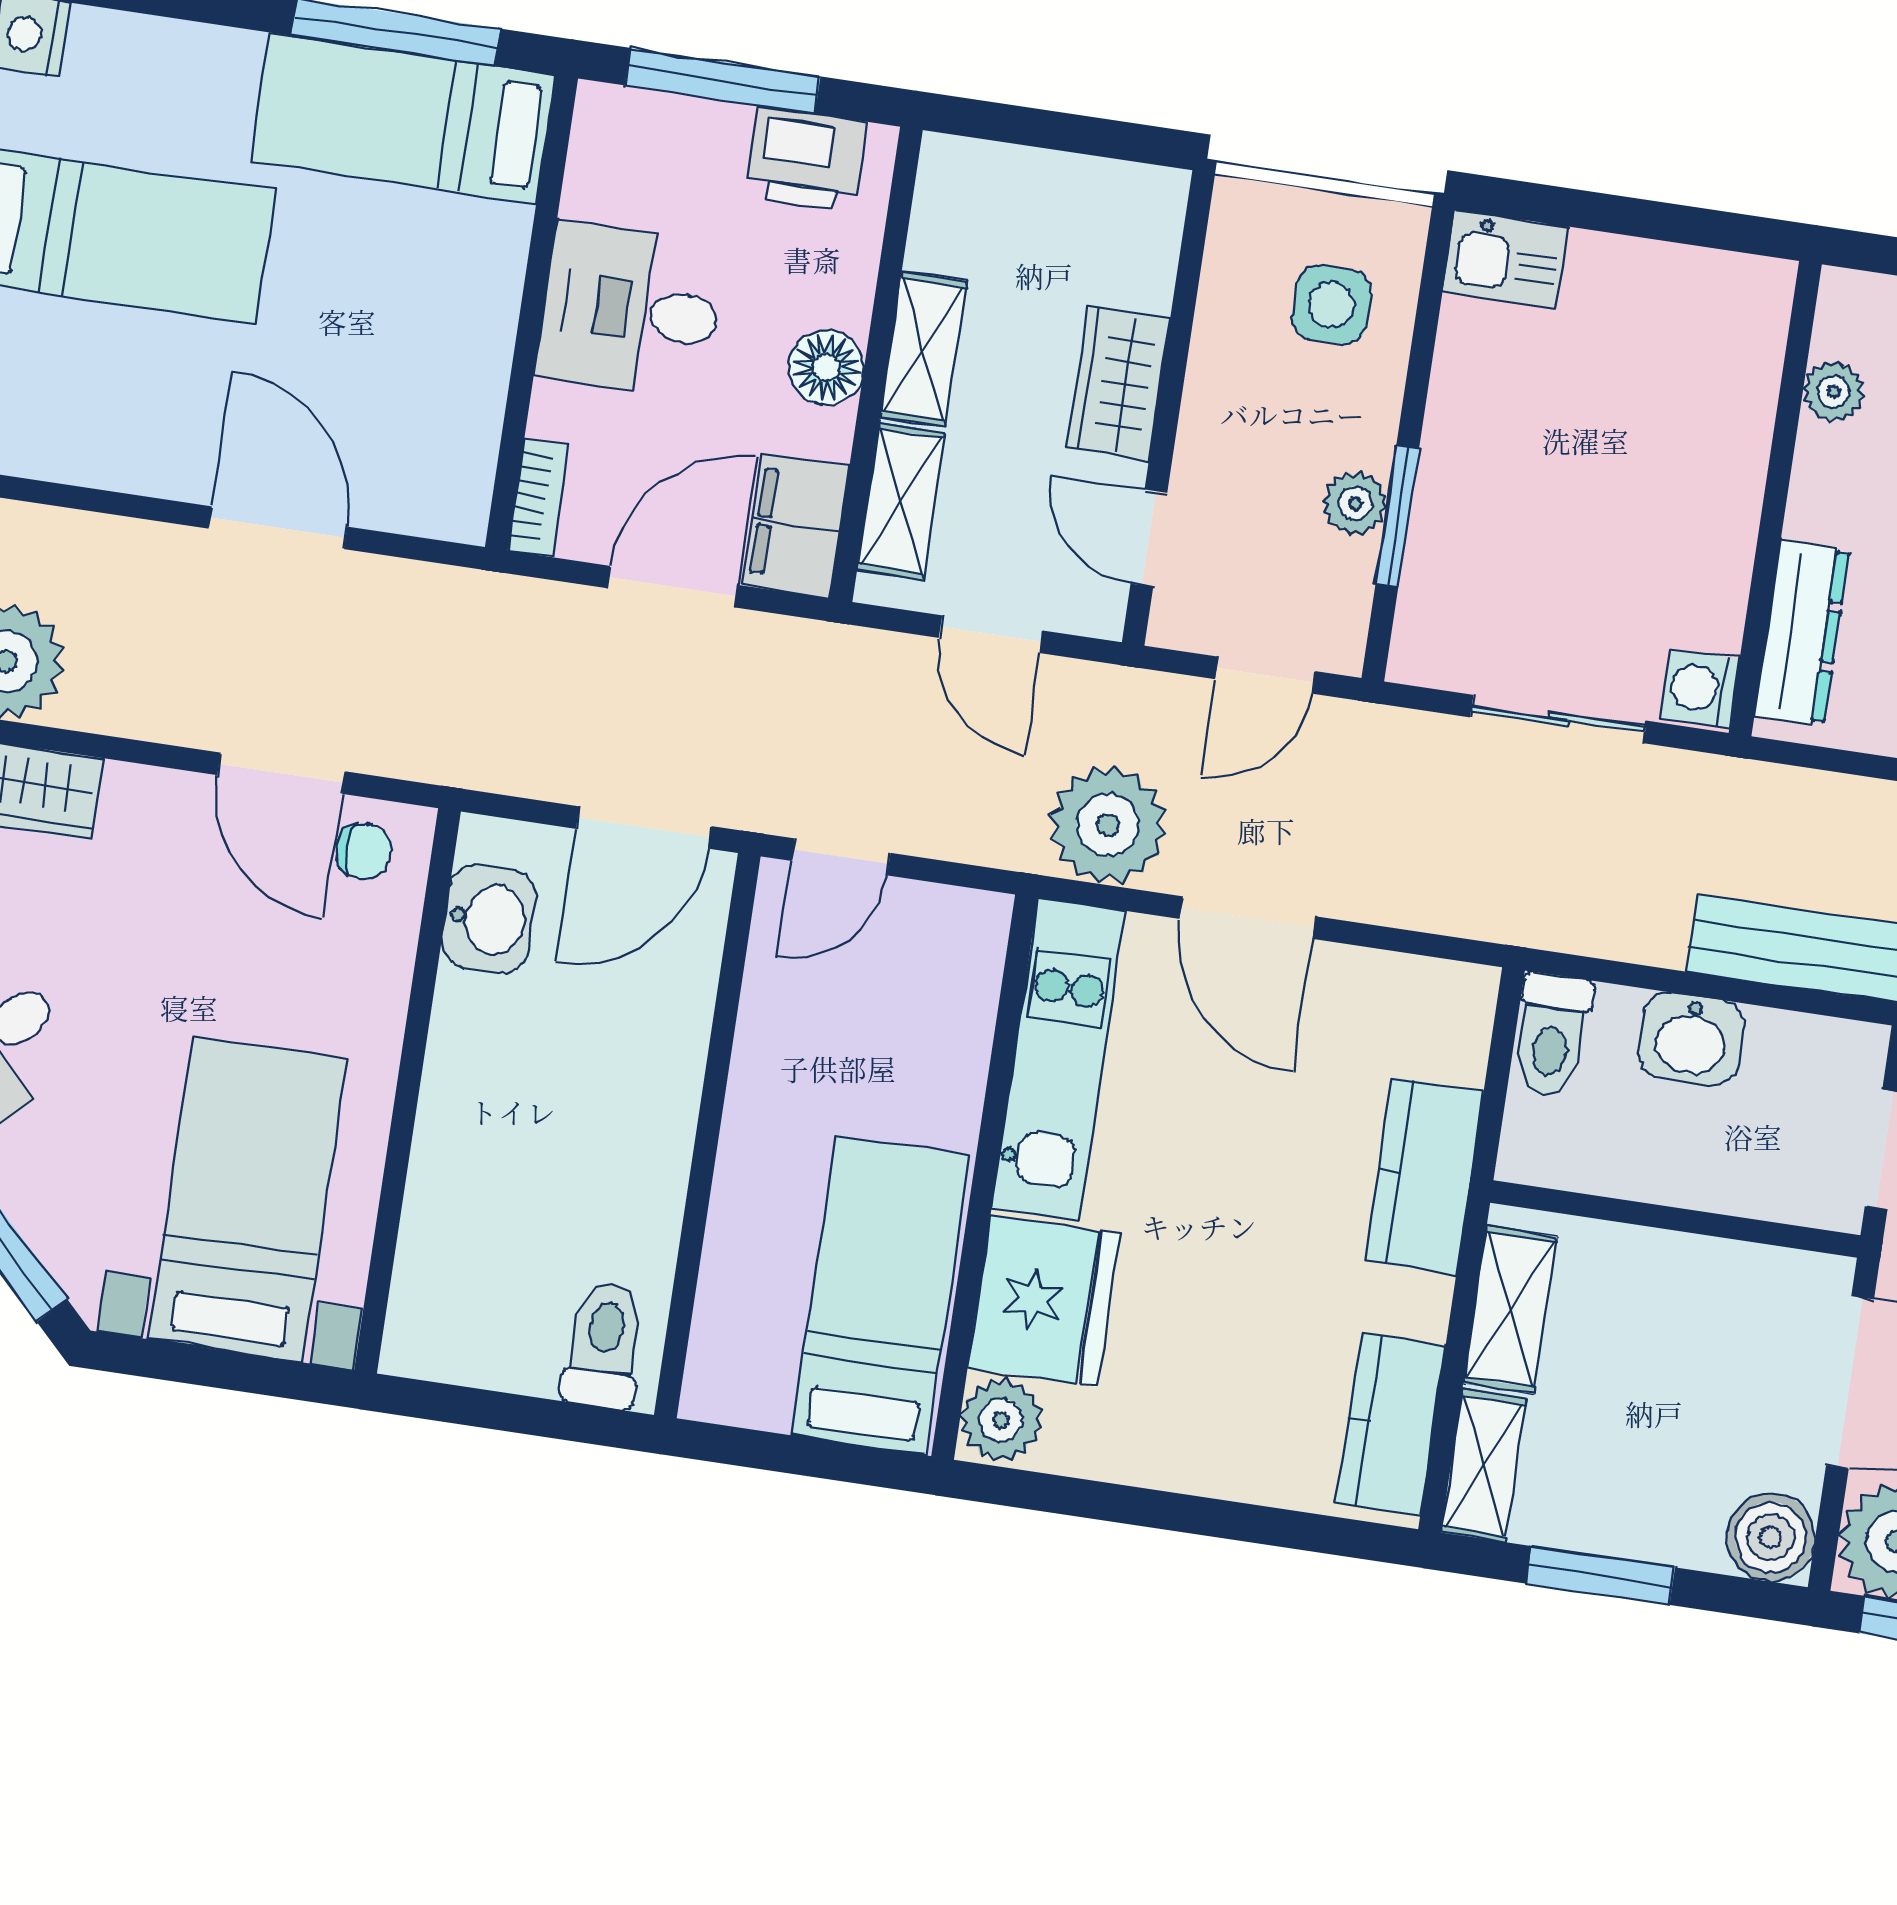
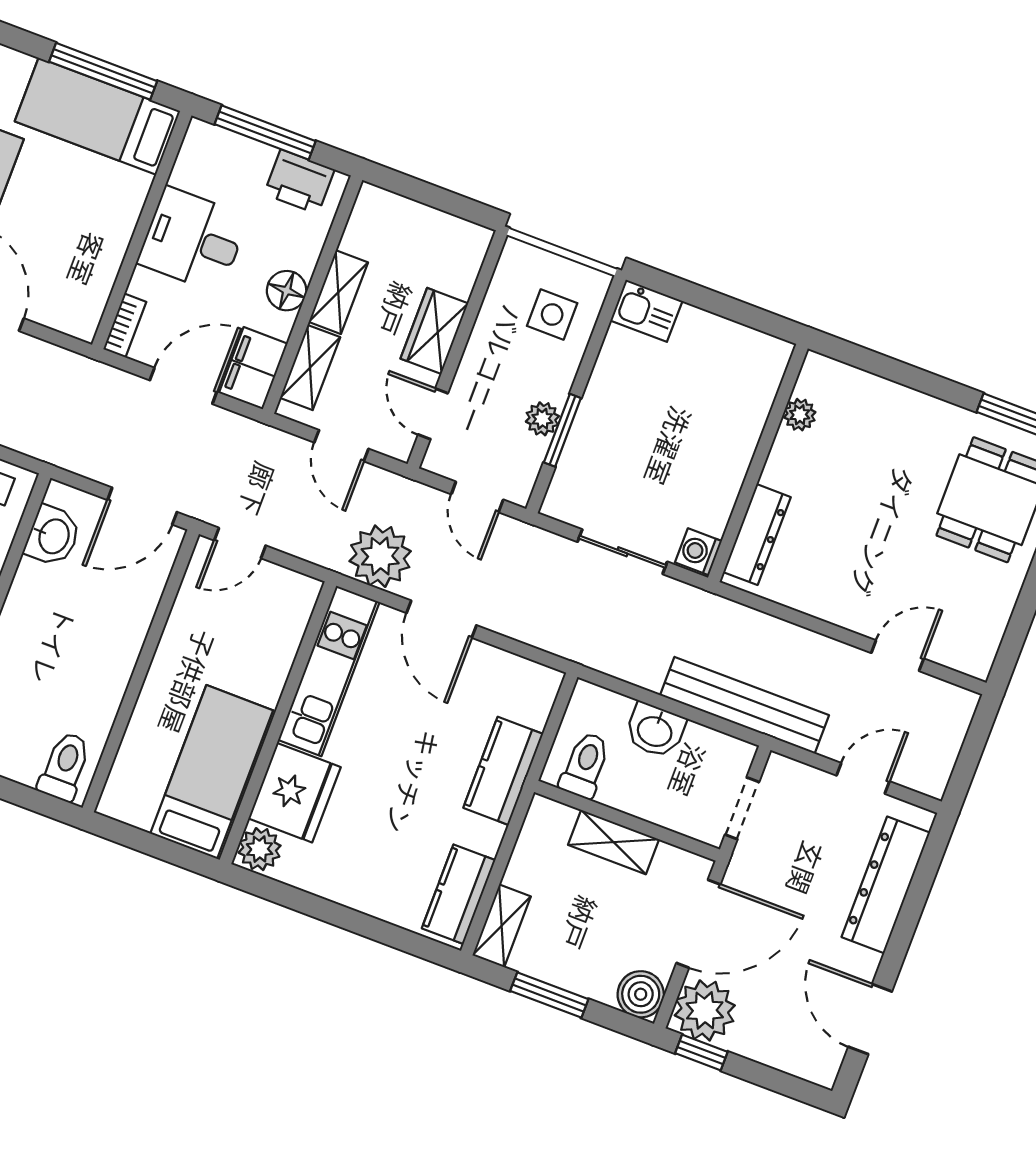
door: (1265, 675) -> (477, 497), hinge flipped
toilet: (1552, 1035) -> (585, 765), moved, turned 180
shelving: (1510, 1310) -> (614, 842), moved, turned 90

